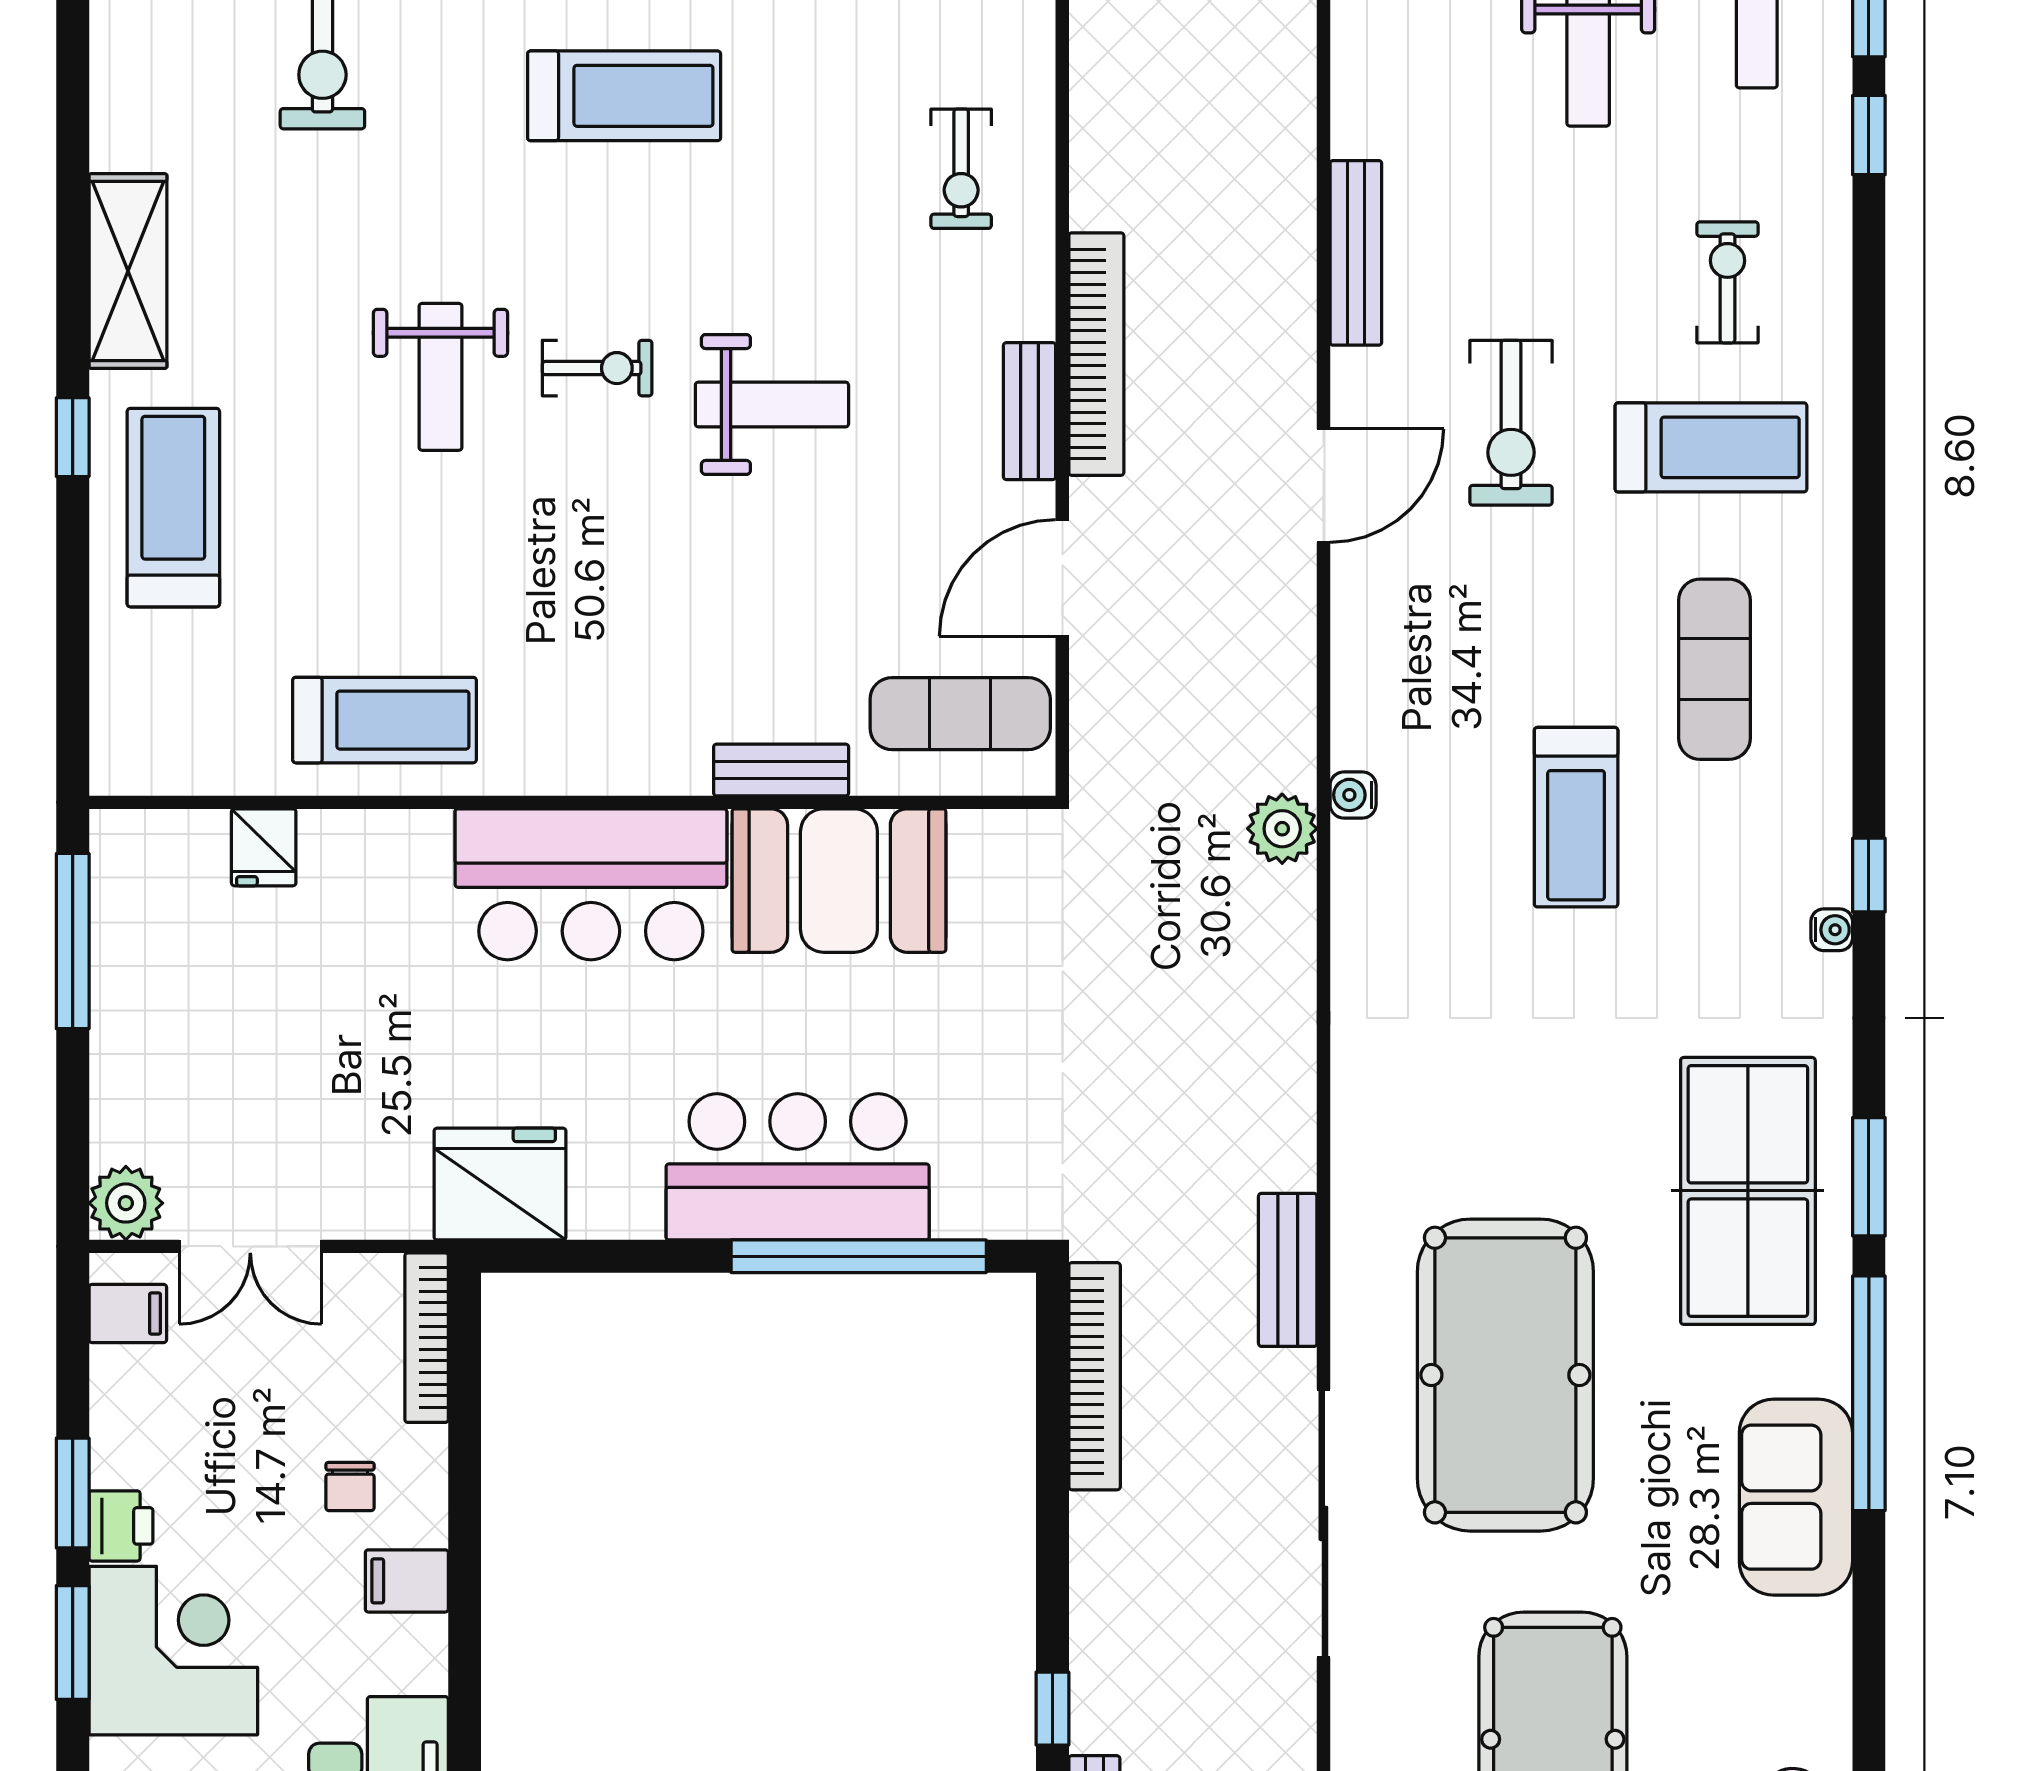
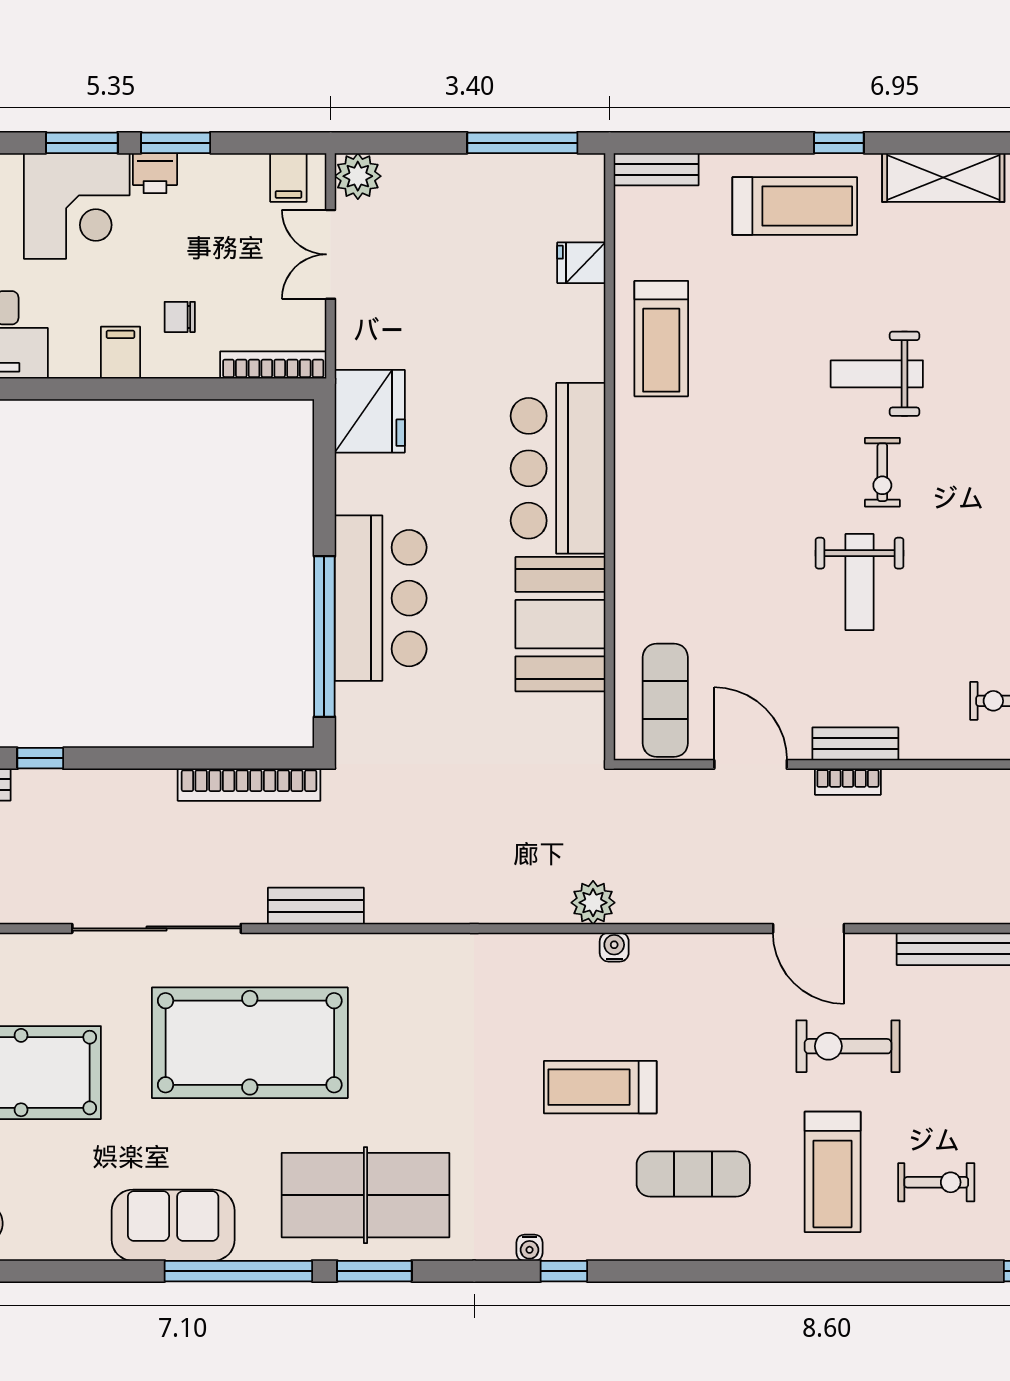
bookcase: (1096, 354) -> (848, 782), width x0.43, depth x0.76
bench: (781, 770) -> (656, 169), moved, turned 90

